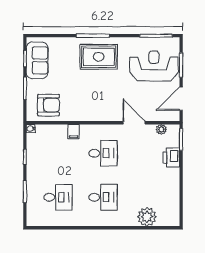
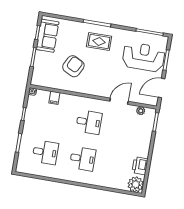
rug: (99, 57) -> (99, 41), width x0.73, depth x0.70
armchair: (48, 105) -> (73, 66), moved, turned -63
door: (134, 123) -> (119, 101), hinge flipped
filing cabinet: (74, 132) -> (54, 98), moved
printer: (171, 158) -> (140, 166), moved
plant: (147, 217) -> (136, 184), moved

